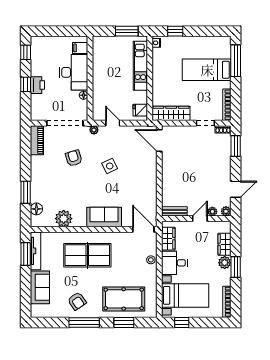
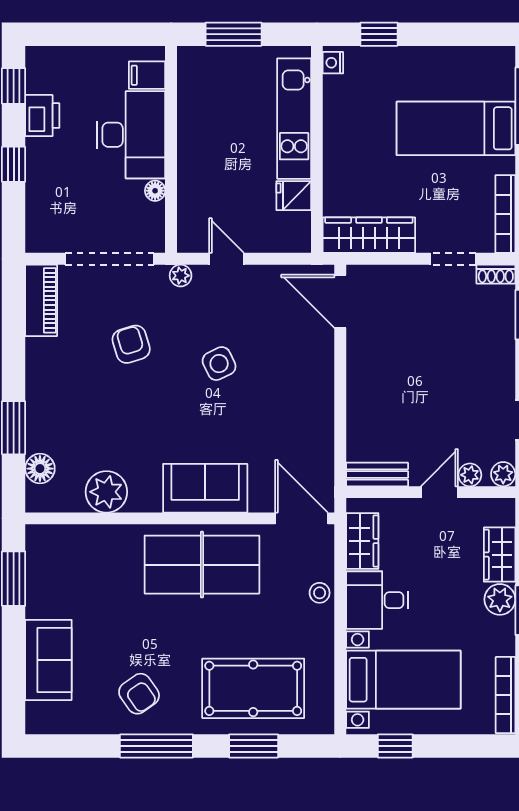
window: (127, 31) -> (234, 34), moved
printer: (37, 85) -> (42, 116), moved
fridge: (140, 110) -> (294, 196), moved
tv unit: (36, 251) -> (38, 571), removed
table tennis table: (87, 255) -> (202, 565), moved

